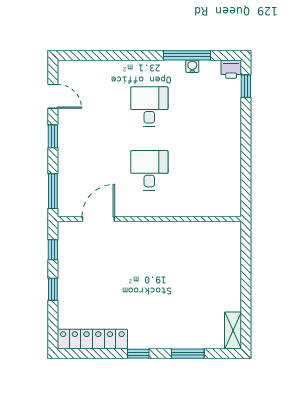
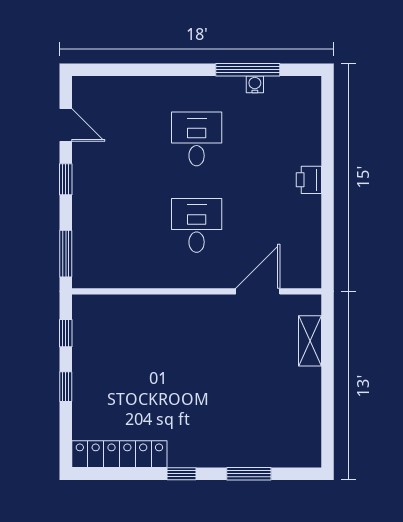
printer: (231, 69) -> (309, 180), moved, turned 90
window: (246, 86) -> (327, 111), removed
door: (98, 219) -> (258, 291), moved
shelving: (233, 330) -> (310, 341), moved

